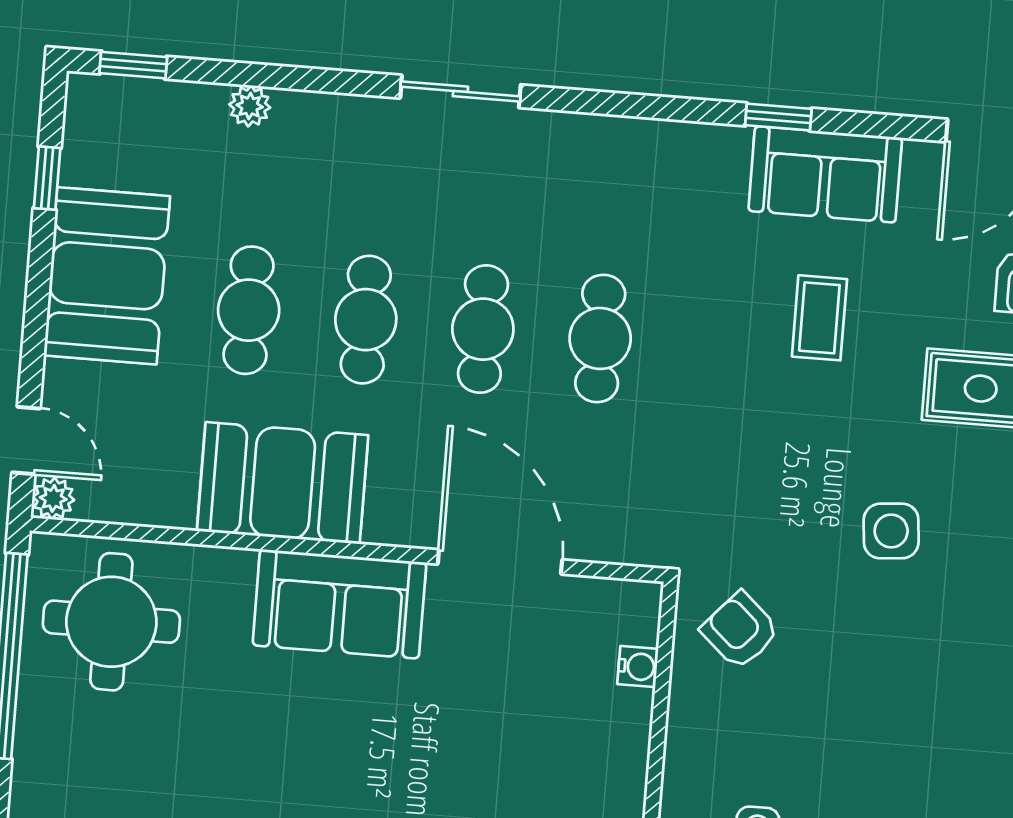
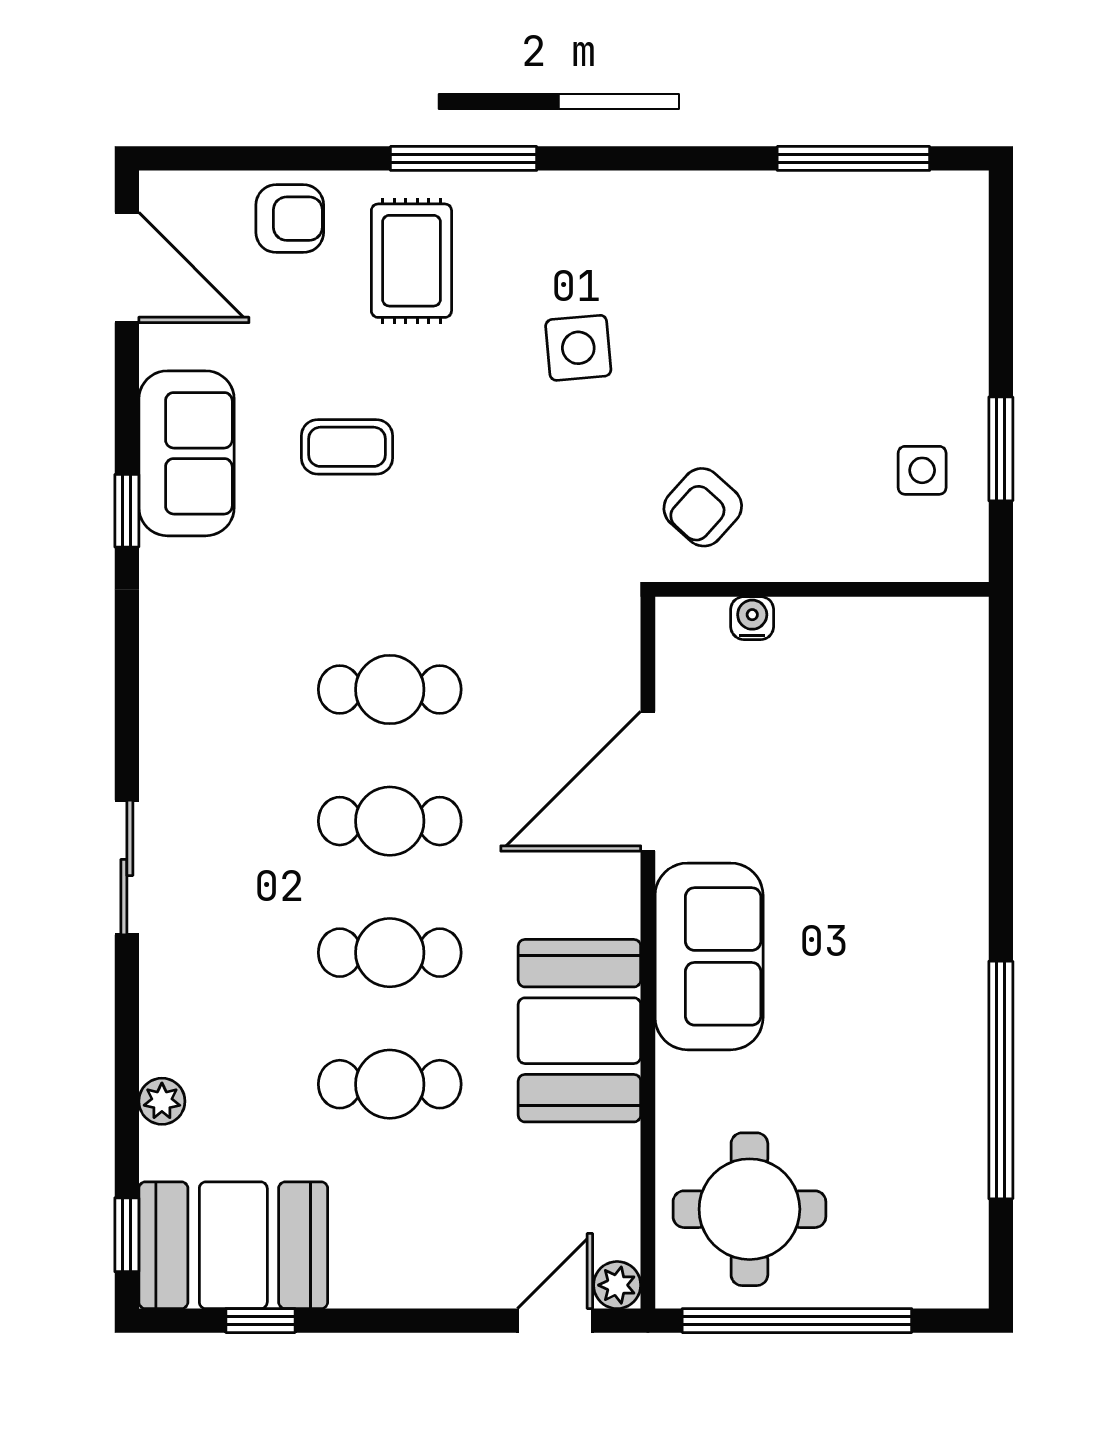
booth: (107, 276) -> (233, 1245), moved

